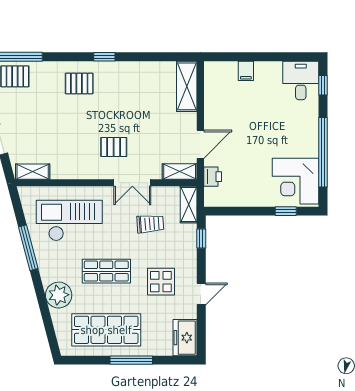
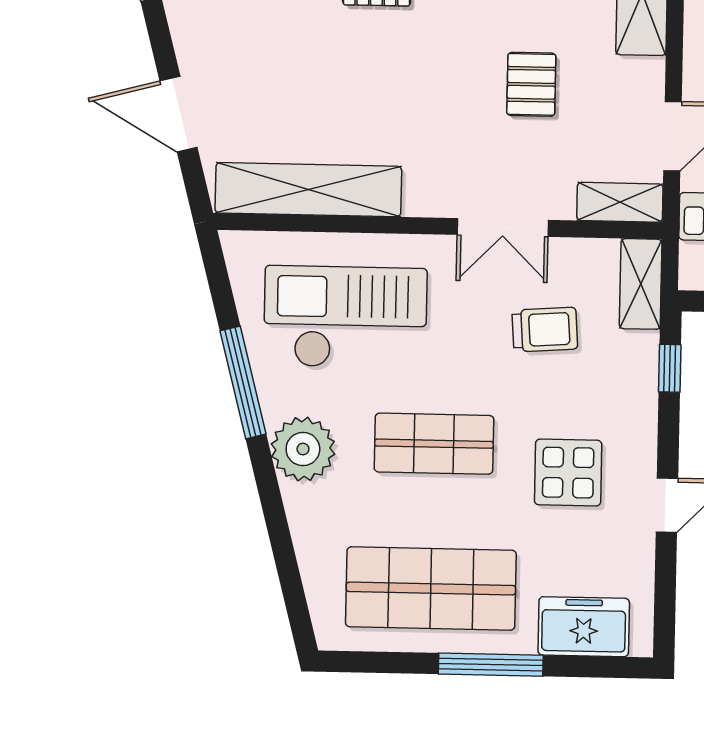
pallet: (114, 147) -> (531, 84), moved, turned 90
shelving: (33, 172) -> (308, 190), width x2.20, depth x1.33
plant: (59, 295) -> (303, 449), moved
freezer: (185, 338) -> (584, 627), moved, turned 90

